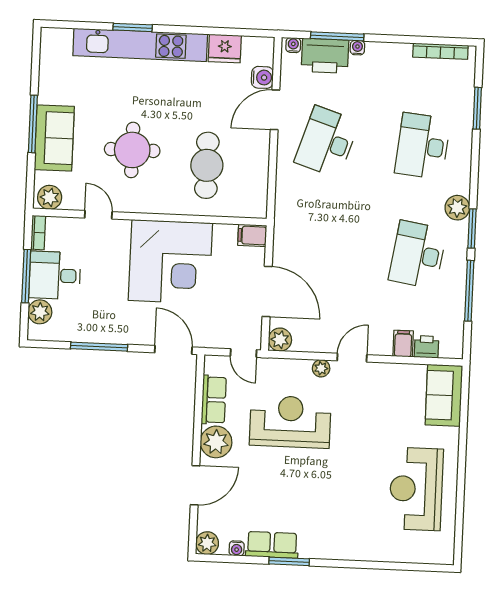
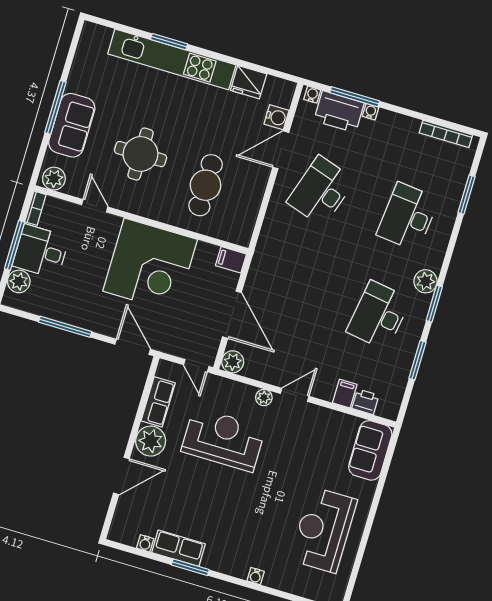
window: (469, 291) -> (418, 360), width x0.69
plant: (207, 543) -> (119, 532), removed
water cooler: (358, 554) -> (256, 576), added

